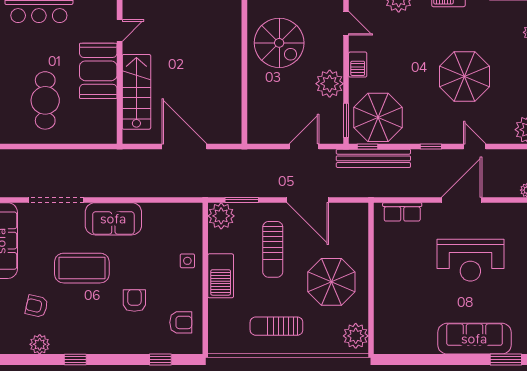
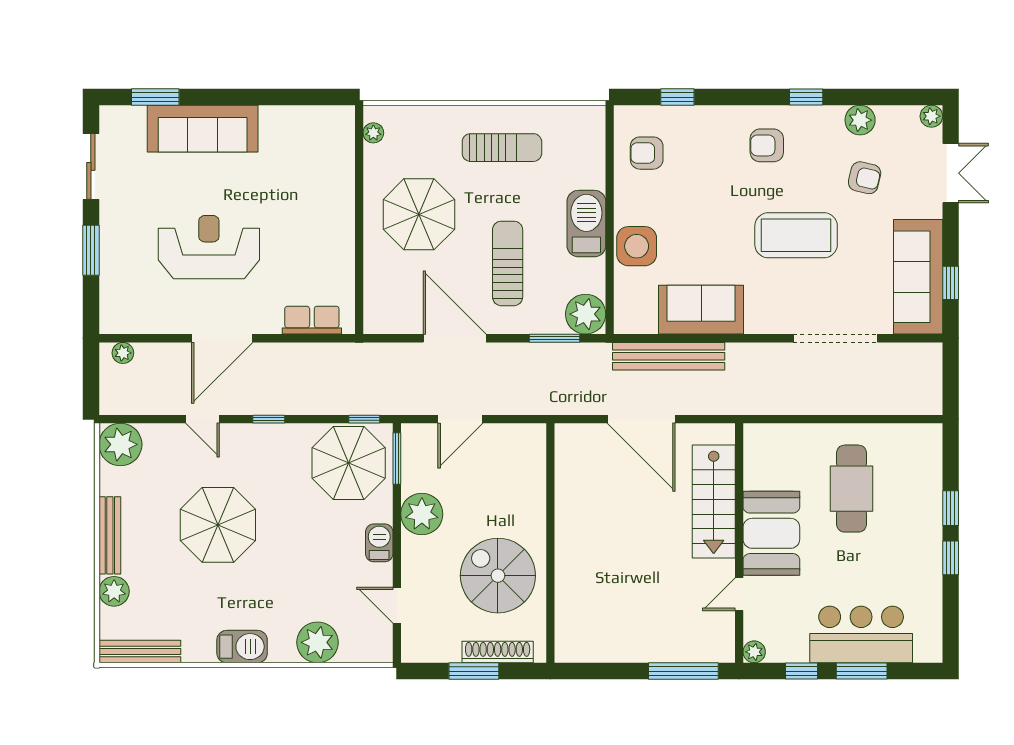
bench: (373, 158) -> (669, 356), moved
sofa: (113, 219) -> (701, 310), moved
side table: (187, 261) -> (637, 246), width x1.87, depth x1.87
armchair: (134, 301) -> (767, 145), moved, turned 90
plant: (356, 336) -> (373, 133), width x0.53, depth x0.53

